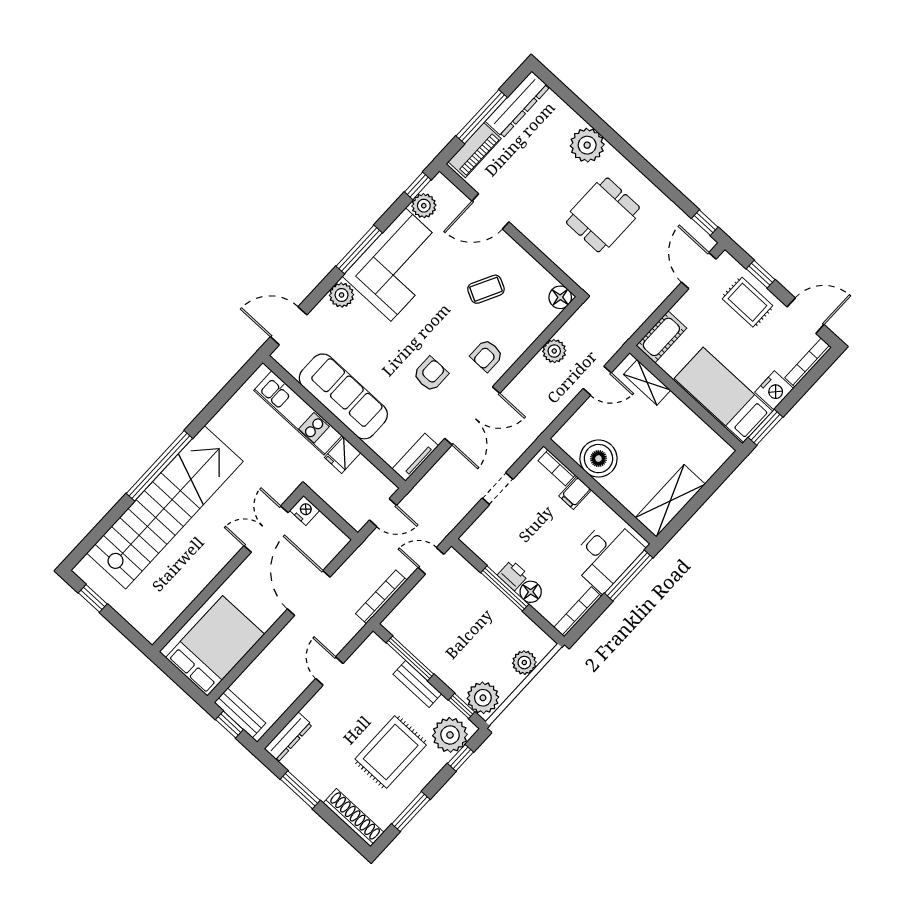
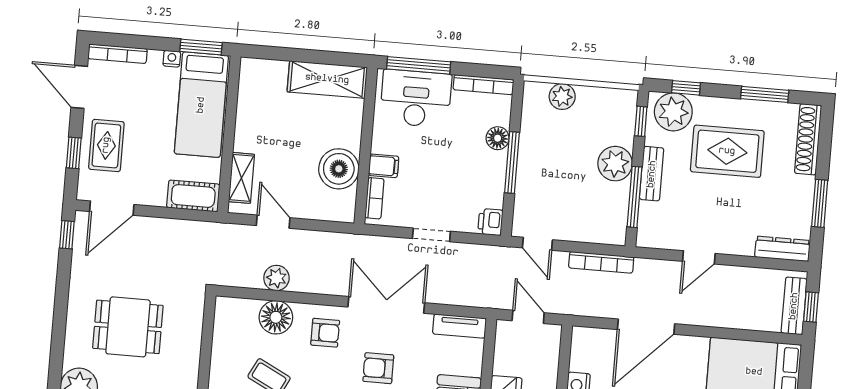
floor lamp: (560, 297) -> (276, 317), moved, width x1.38, depth x1.38
nightstand: (774, 390) -> (172, 59), width x0.53, depth x0.56
printer: (513, 575) -> (490, 222), moved
plant: (483, 698) -> (615, 164), moved

